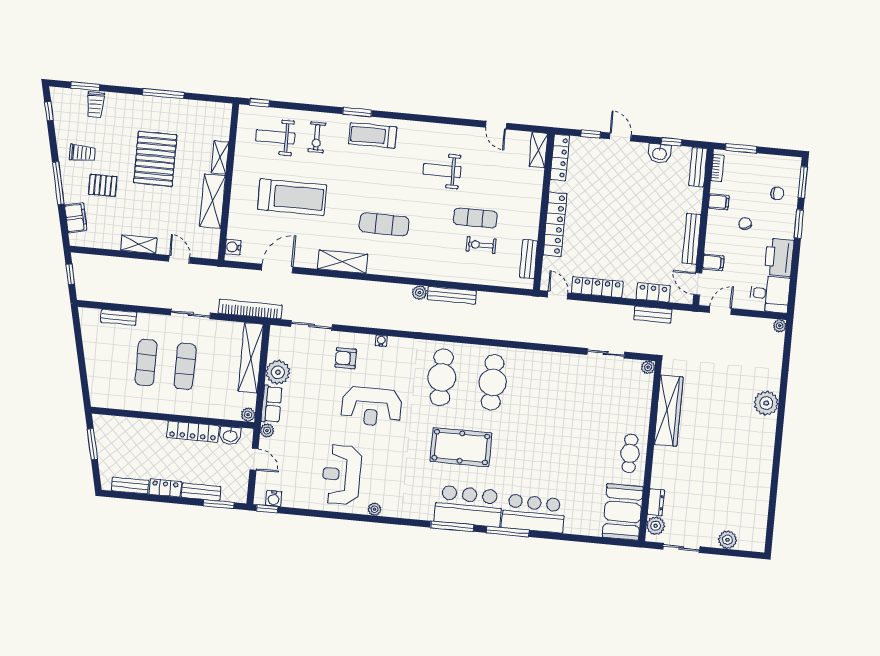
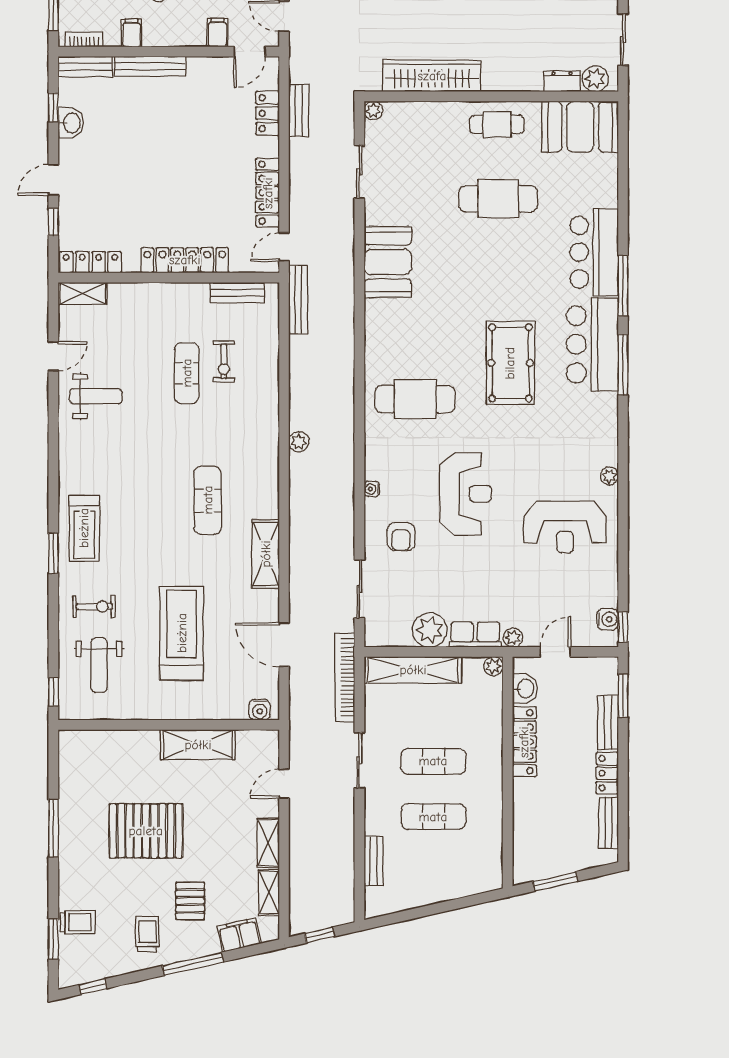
shelving: (220, 157) -> (269, 893), moved, turned 90
weight bench: (442, 170) -> (96, 396), moved, turned -90
bench: (692, 239) -> (150, 66), moved
bench: (452, 295) -> (298, 299), moved
booth: (540, 367) -> (388, 262), added
cafe table: (493, 382) -> (498, 199), moved

